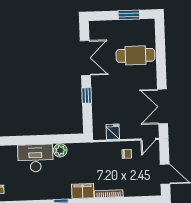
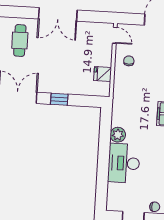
cafe table: (135, 55) -> (20, 40), width x0.73, depth x0.74
double door: (163, 106) -> (58, 14), moved

